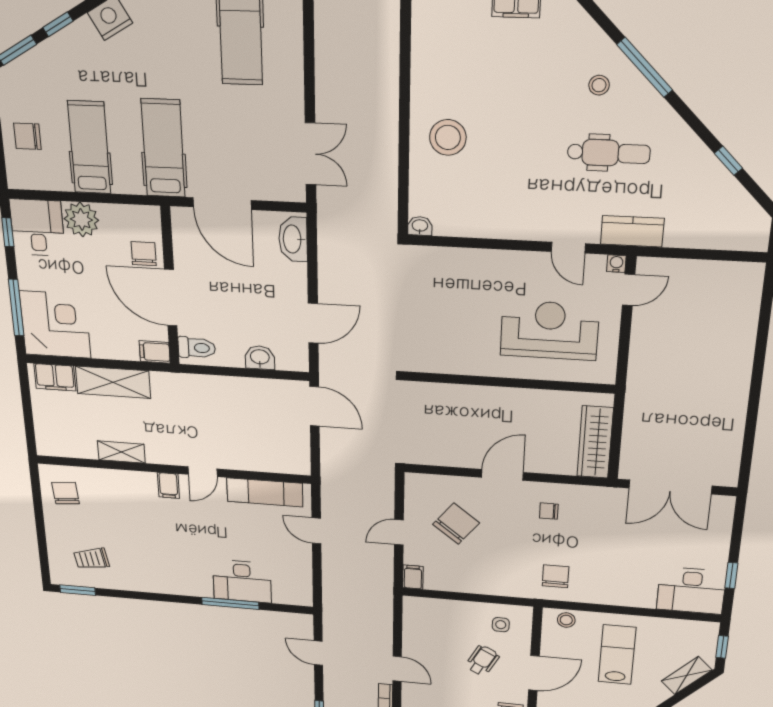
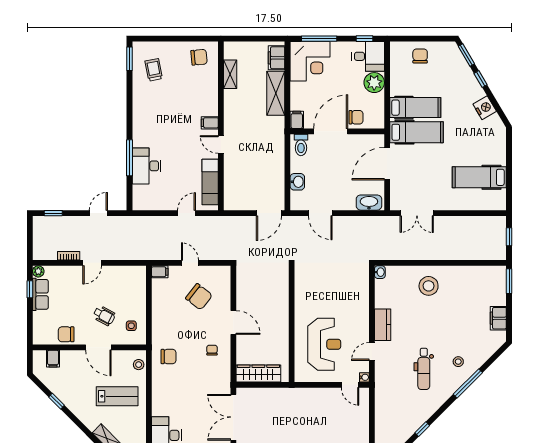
hospital bed: (89, 147) -> (415, 108), moved
kitchen counter: (632, 231) -> (383, 325), moved
shelving: (121, 452) -> (230, 74), moved

